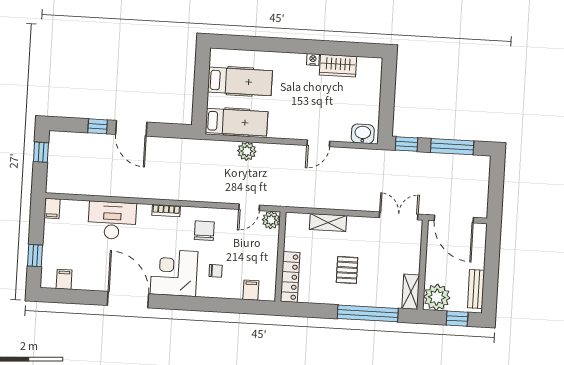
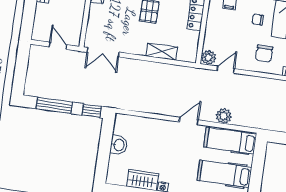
washbasin: (363, 134) -> (119, 145), moved, turned -90
door: (318, 143) -> (189, 121), moved
door: (454, 219) -> (58, 46), width x0.53

